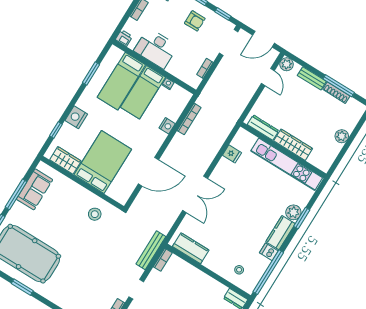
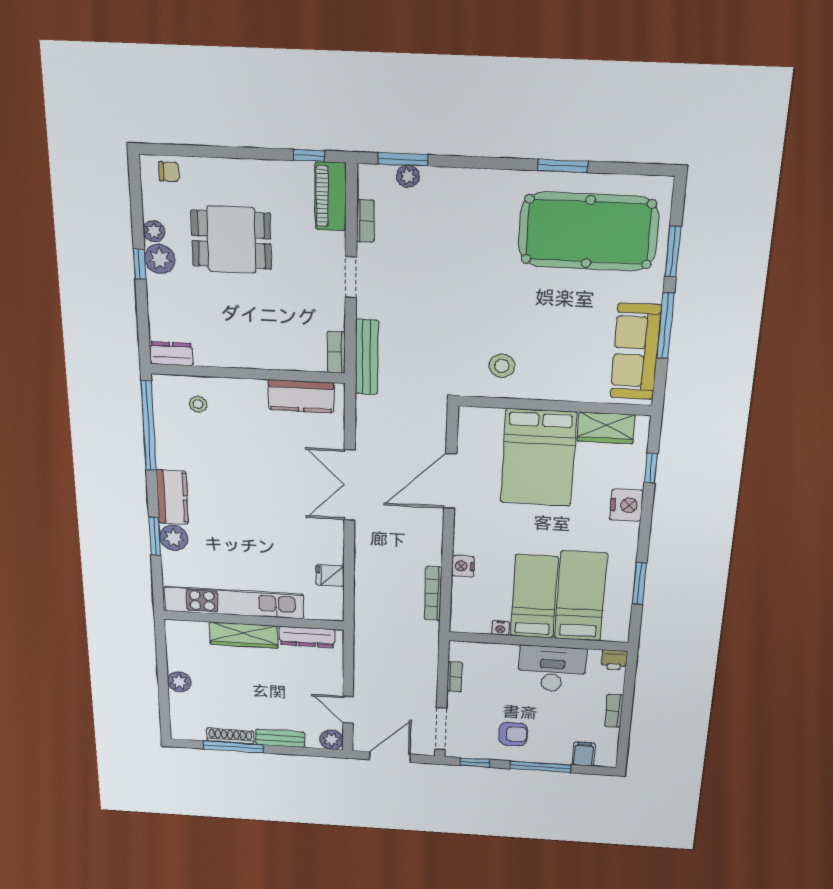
armchair: (195, 21) -> (513, 734), turned 180
sofa: (34, 189) -> (636, 352), width x1.36
dishwasher: (269, 252) -> (170, 458), removed

